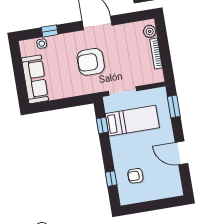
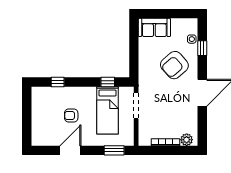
armchair: (91, 62) -> (174, 65), moved, turned -131
sofa: (35, 79) -> (154, 27), width x0.73
armchair: (135, 176) -> (71, 116), moved, turned -90

